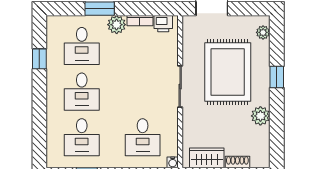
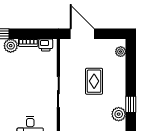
rug: (228, 72) -> (94, 81), width x0.54, depth x0.49
window: (277, 77) -> (131, 104), moved

